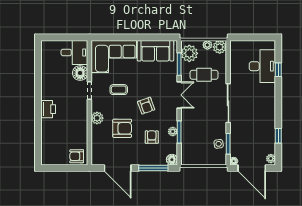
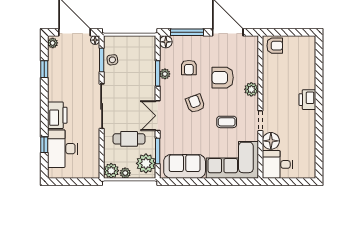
printer: (267, 95) -> (57, 115), added

